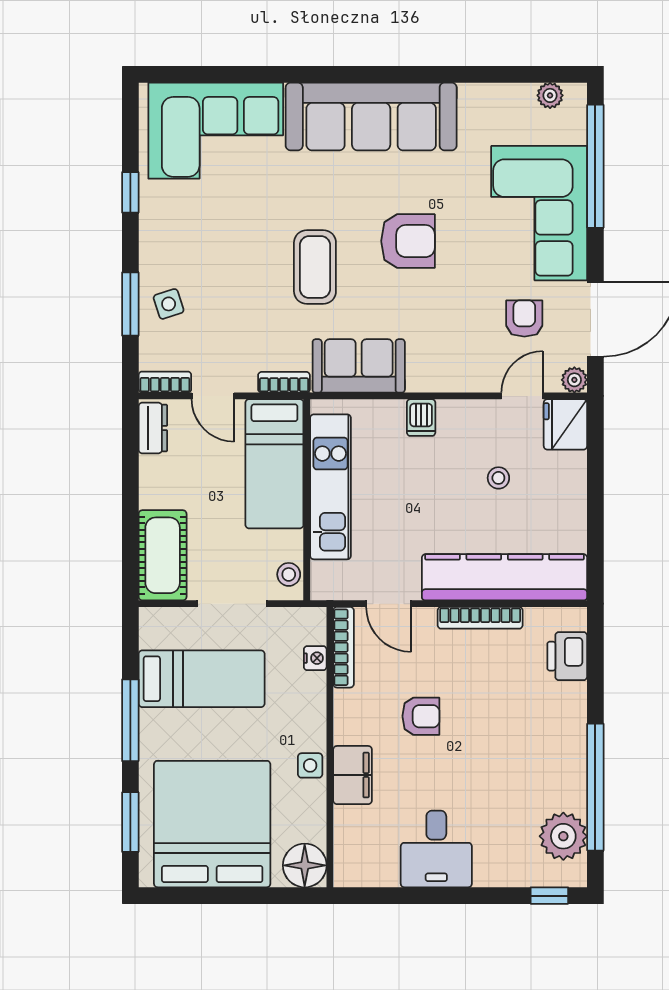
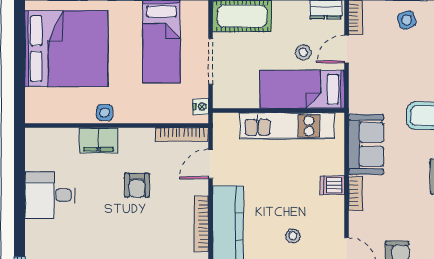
bookcase: (284, 382) -> (355, 193), moved
stool: (289, 574) -> (303, 52), moved
nightstand: (315, 658) -> (201, 107), moved, turned -90
floor lamp: (305, 865) -> (39, 109), removed

